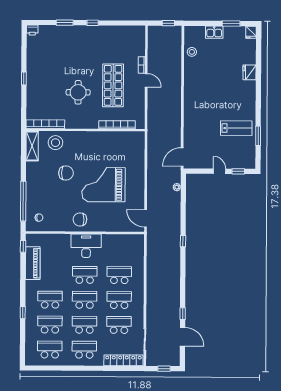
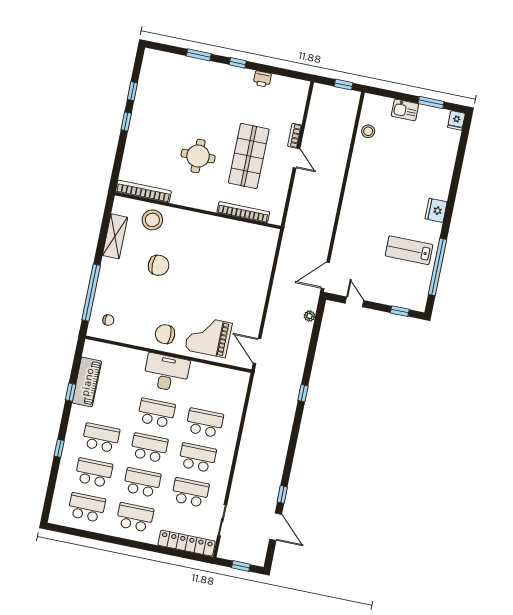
printer: (32, 30) -> (262, 79), moved
window: (24, 57) -> (132, 91), added
fridge: (250, 72) -> (436, 210), moved
lab bench: (236, 128) -> (409, 250), turned 180
window: (258, 136) -> (437, 267), width x2.11
shelving: (32, 146) -> (115, 236), moved
door: (220, 171) -> (355, 302), moved
grand piano: (103, 185) -> (208, 336), moved, width x0.73, depth x0.68
window: (23, 246) -> (71, 392), moved

